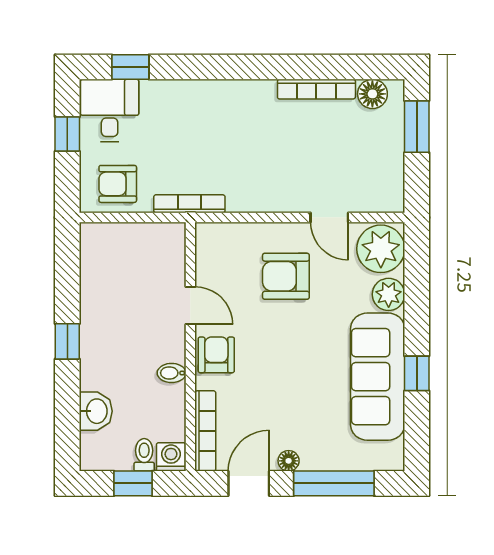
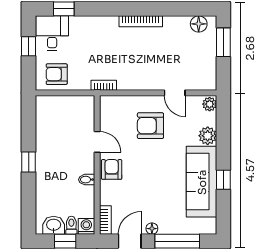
bookcase: (316, 89) -> (141, 21), moved
bookcase: (189, 204) -> (104, 85), width x0.64
plant: (381, 249) -> (210, 104), width x0.53, depth x0.53
washbasin: (96, 411) -> (54, 225), moved, turned -90
bookcase: (205, 431) -> (105, 220), width x0.64

